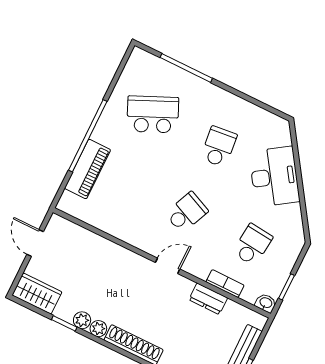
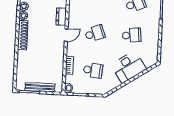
school desk: (187, 212) -> (95, 33), turned -45
door: (168, 266) -> (66, 35), hinge flipped
dresser: (208, 299) -> (61, 17), moved

